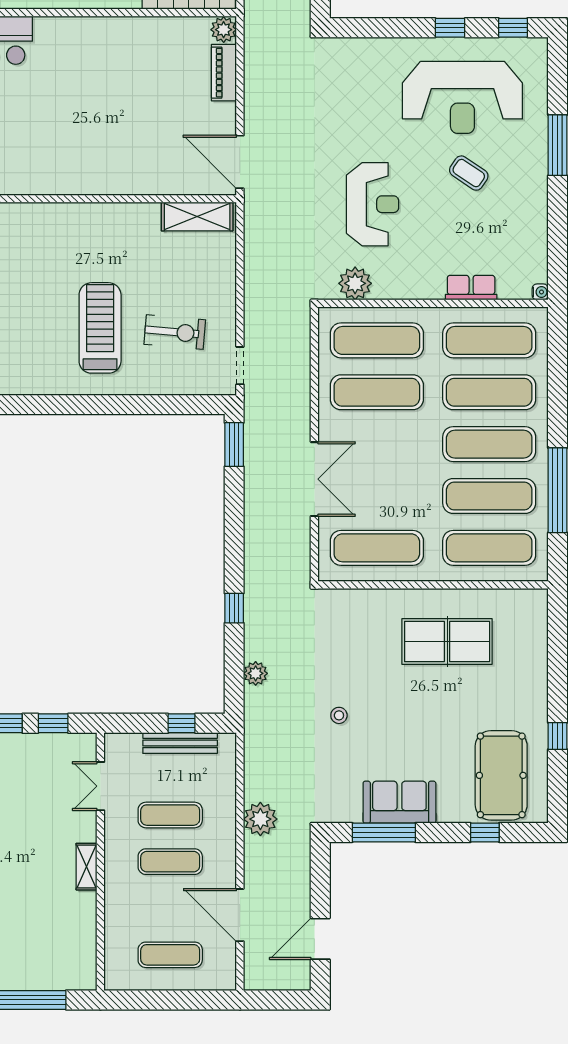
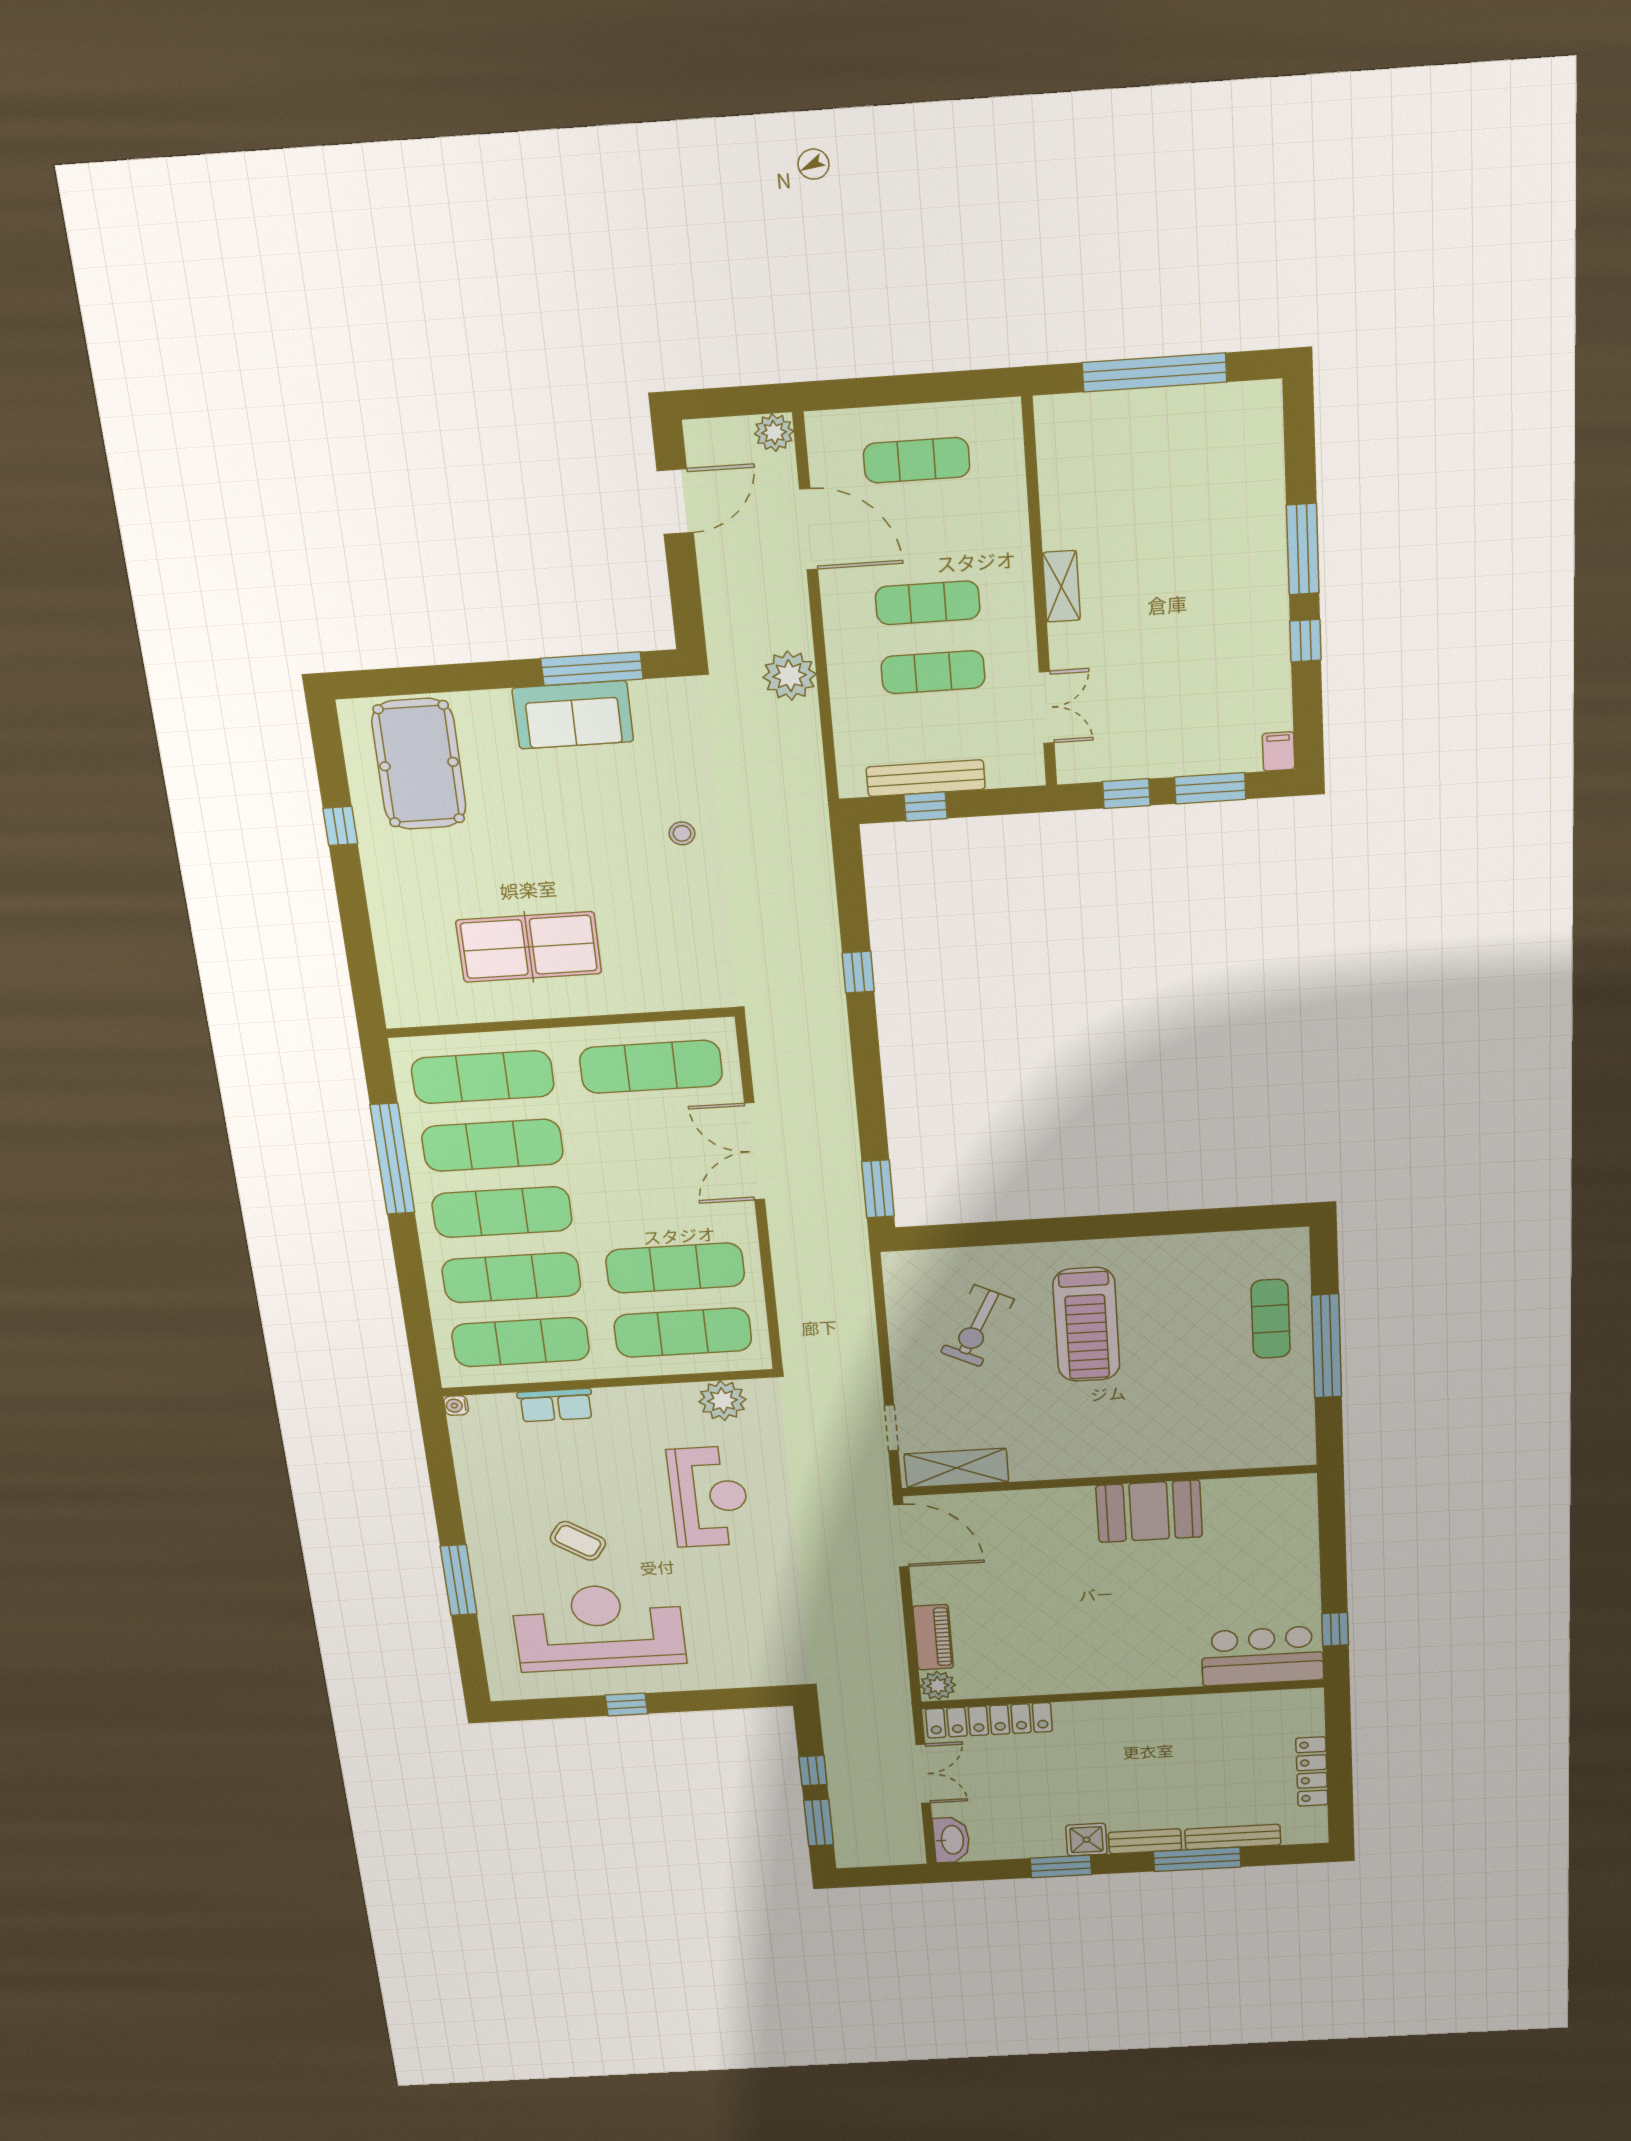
window: (513, 28) -> (540, 1709), removed
booth: (64, 171) -> (1149, 1511), added
reception desk: (373, 204) -> (709, 1497), turned 180
exercise bike: (175, 332) -> (977, 1326), turned -68
doorway: (240, 366) -> (891, 1428), moved
plant: (256, 673) -> (774, 432), moved
window: (485, 833) -> (433, 679), removed

